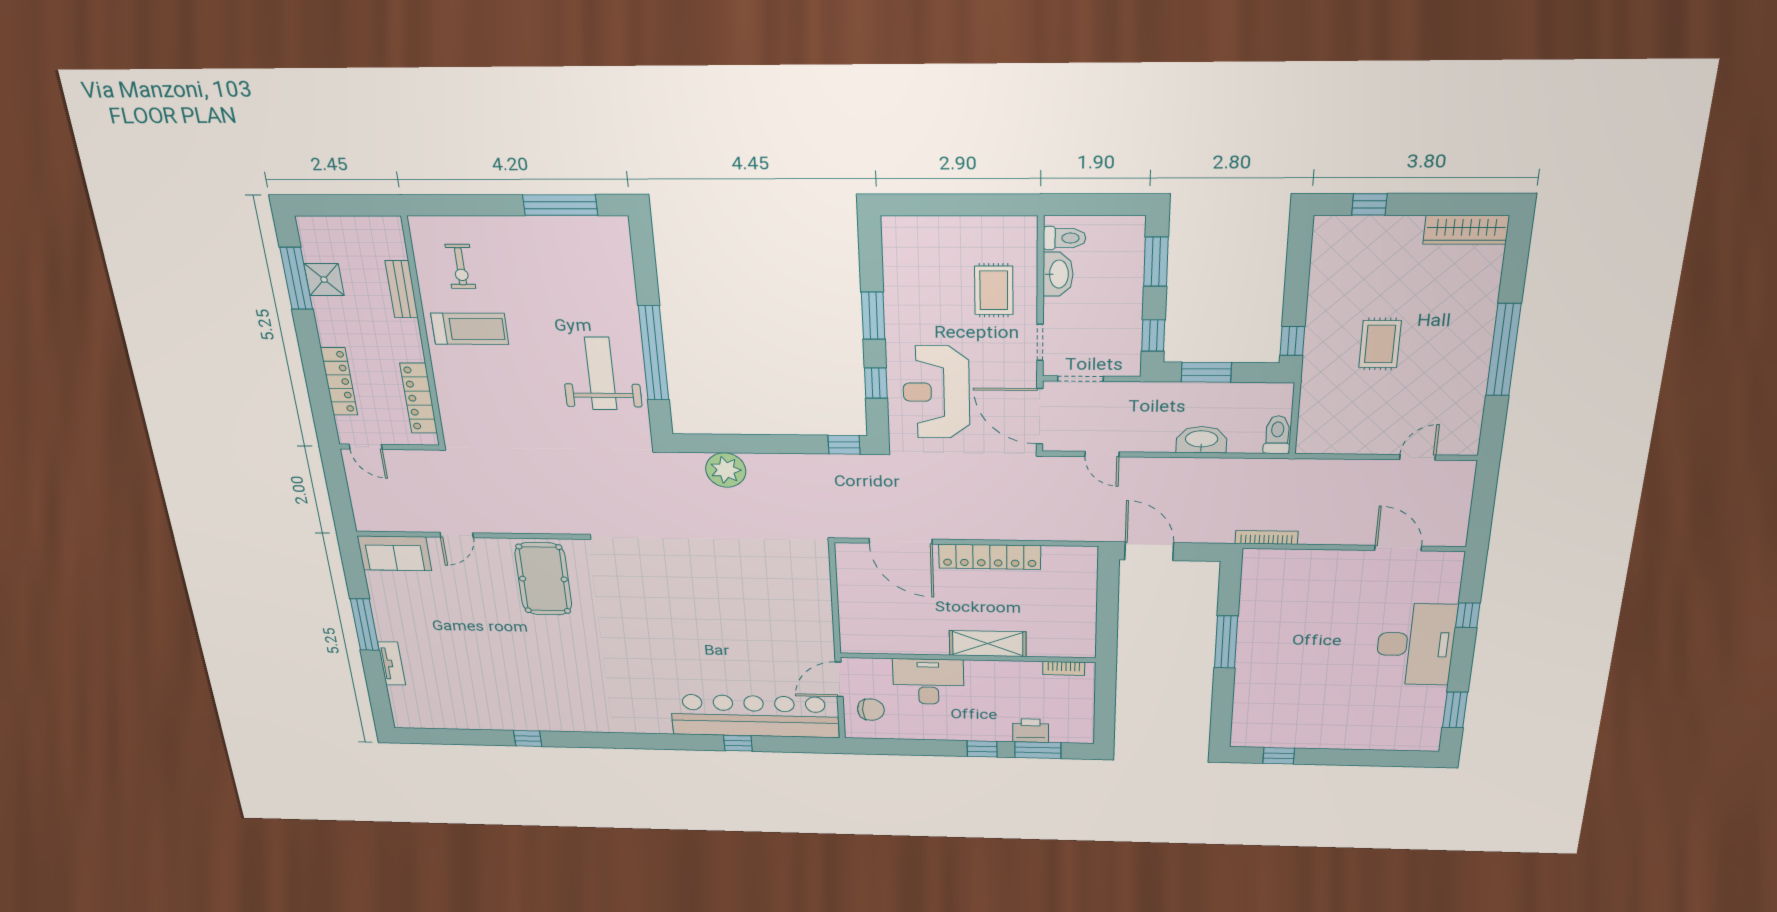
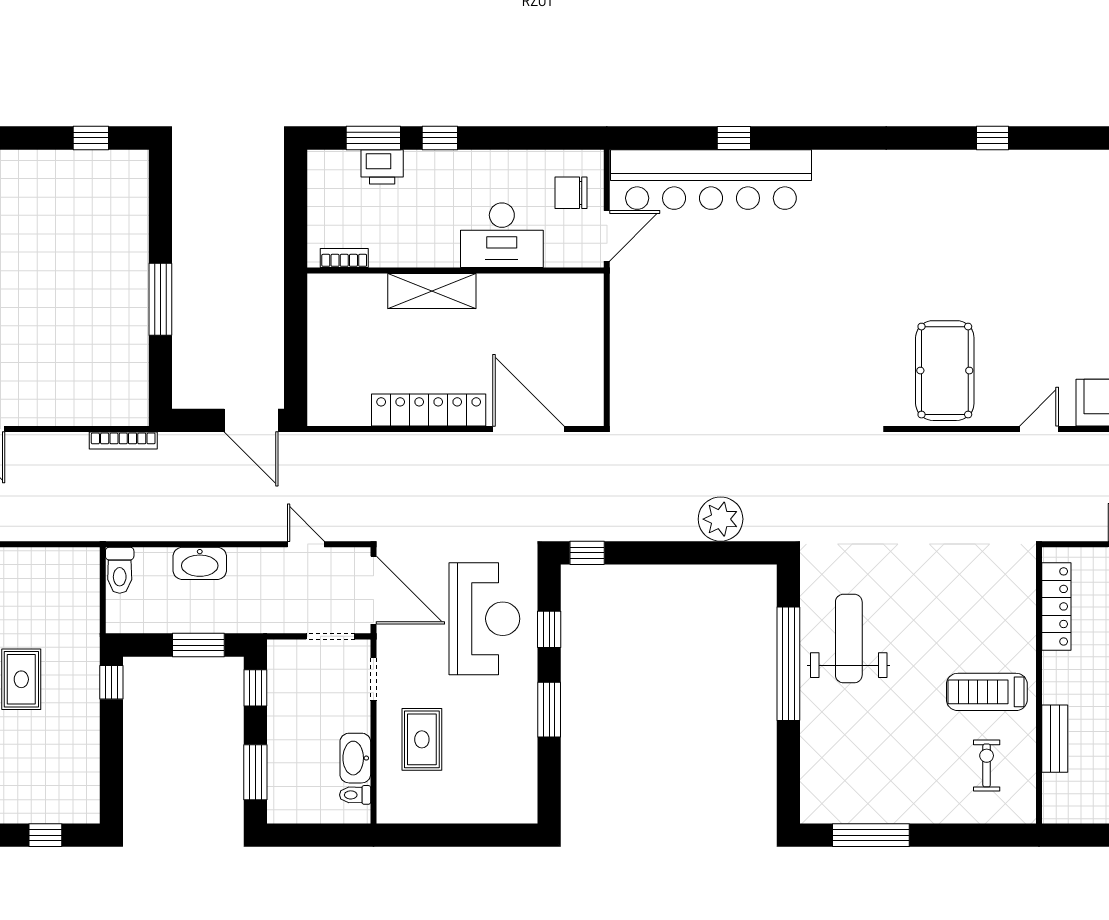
toilet: (1065, 238) -> (355, 795), width x0.73, depth x0.72
weight bench: (601, 374) -> (849, 639), turned 180

